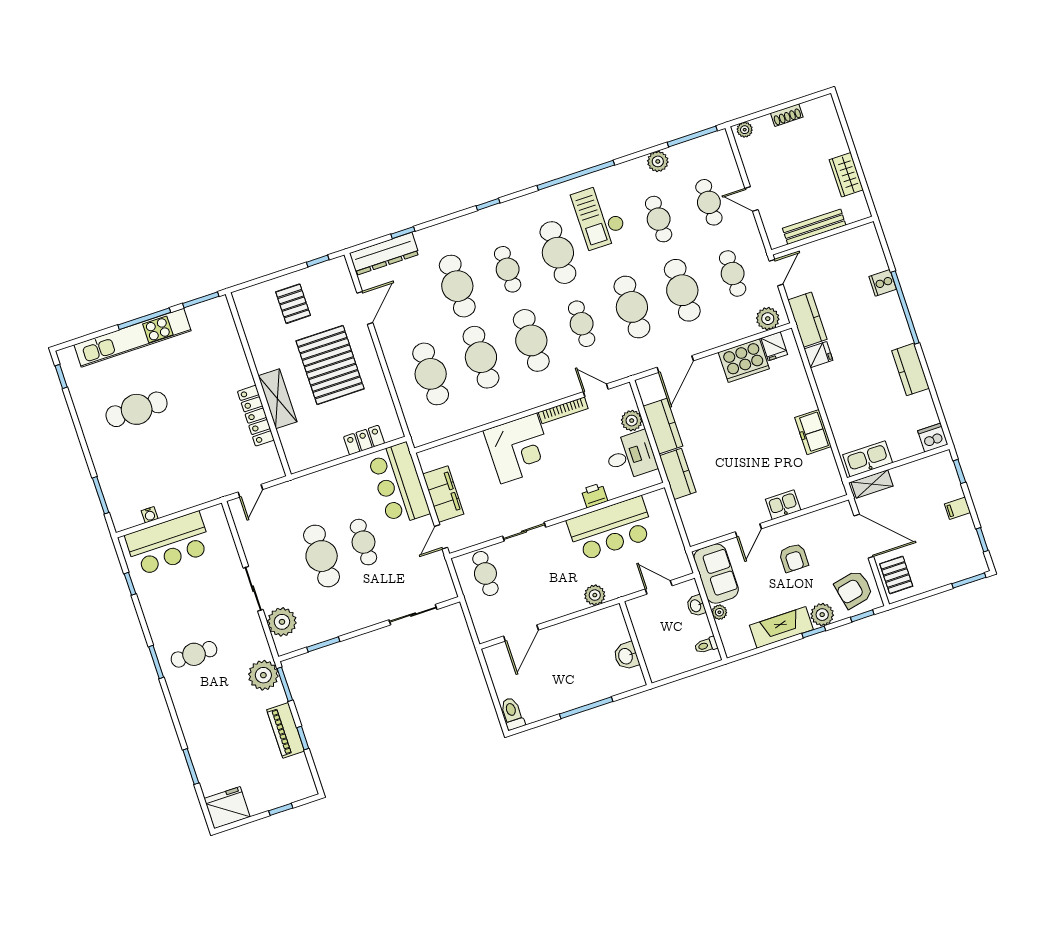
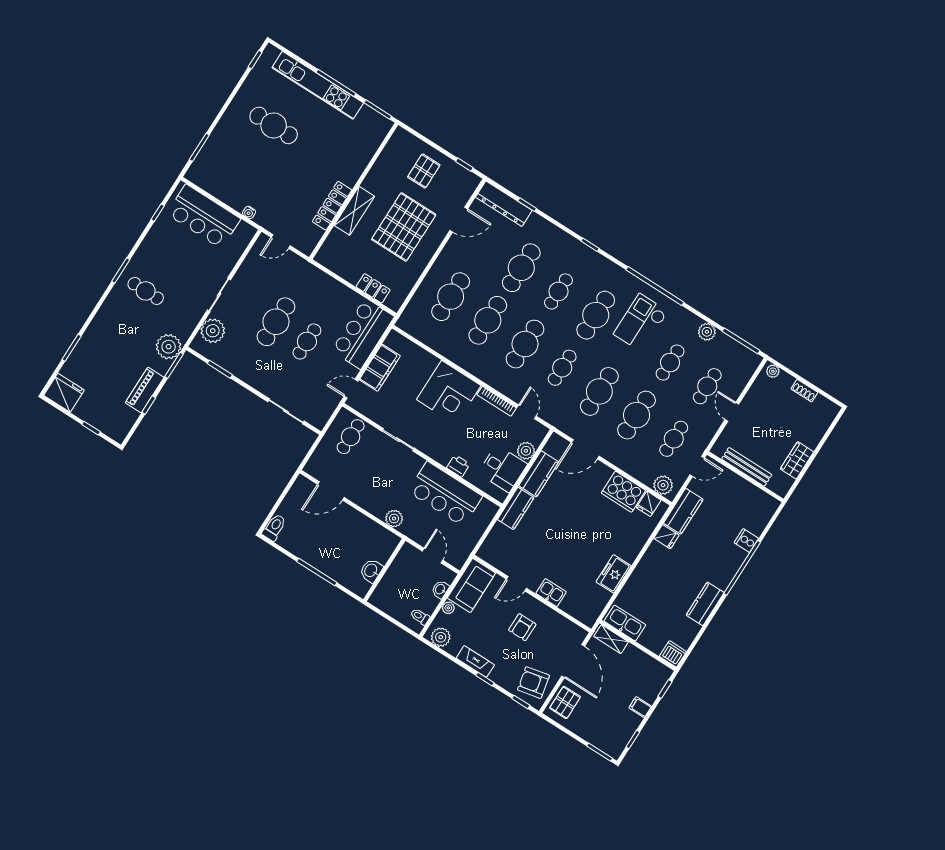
water cooler: (150, 515) -> (249, 212), moved
plant: (822, 615) -> (441, 637), moved
fireplace: (781, 627) -> (475, 661), width x0.73, depth x0.76

